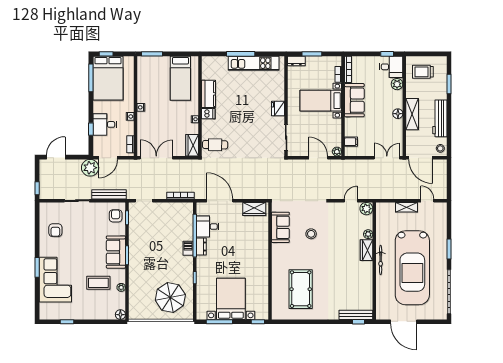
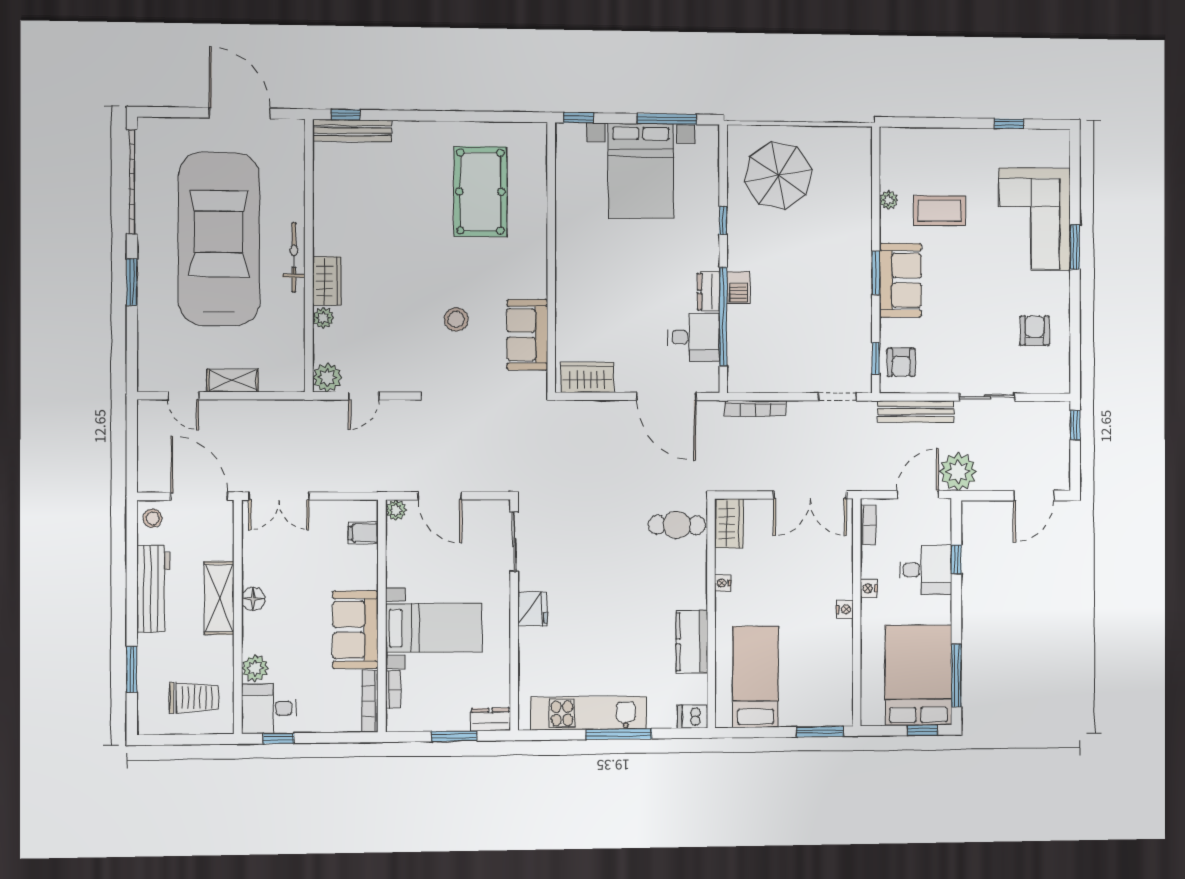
dishwasher: (208, 114) -> (692, 716), moved
floor lamp: (120, 315) -> (890, 138), removed

